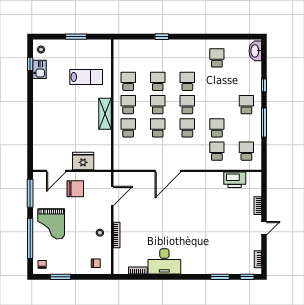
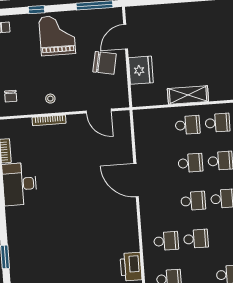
shelving: (105, 114) -> (188, 95), moved
door: (56, 171) -> (126, 37), hinge flipped
chair: (75, 189) -> (105, 63), turned -79
grand piano: (51, 224) -> (57, 35), turned 90
window: (30, 238) -> (36, 10), width x0.32

